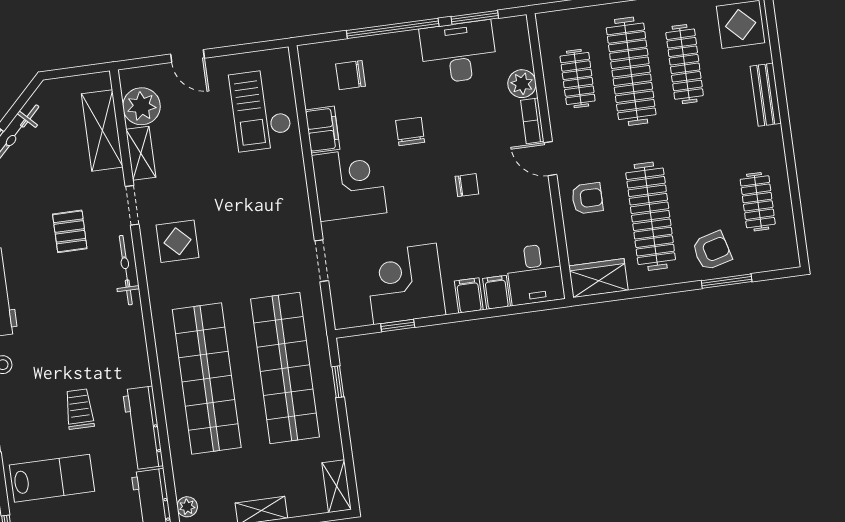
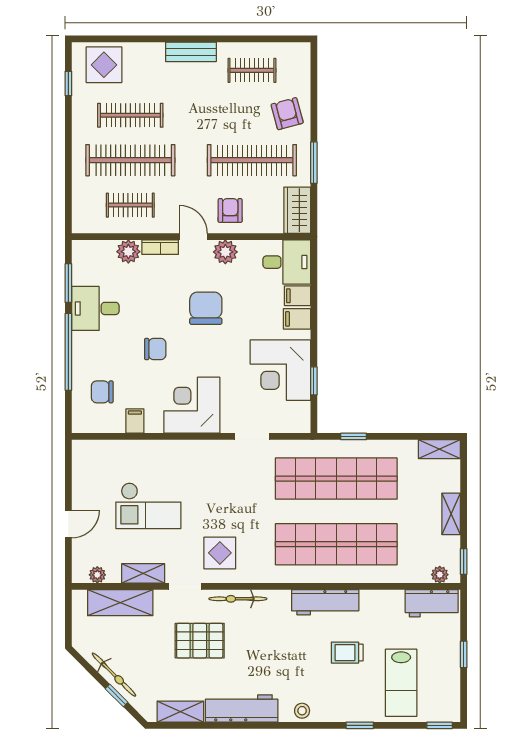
desk: (459, 52) -> (95, 308), width x0.73
chair: (351, 75) -> (102, 392), turned 90
bench: (766, 95) -> (191, 52), moved
plant: (141, 106) -> (97, 575), width x0.53, depth x0.53
checkout: (261, 110) -> (148, 506), moved
filing cabinet: (322, 130) -> (135, 421), width x0.50
chair: (410, 131) -> (155, 349), turned 180
door: (550, 159) -> (193, 237), swing flipped
chair: (467, 185) -> (206, 308), width x1.87, depth x1.87
plant: (537, 199) -> (225, 252), added
pallet: (70, 231) -> (200, 641), width x1.50, depth x1.42
window: (727, 281) -> (314, 163), moved
workbench: (143, 428) -> (325, 602), moved
lab bench: (52, 478) -> (401, 683), turned 180

